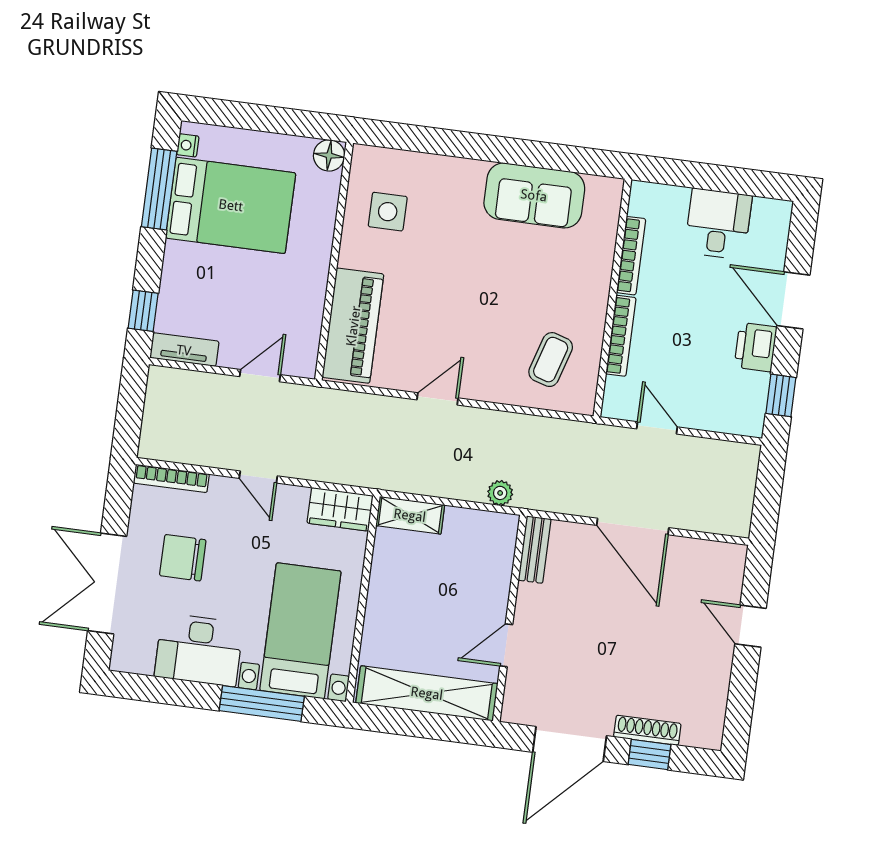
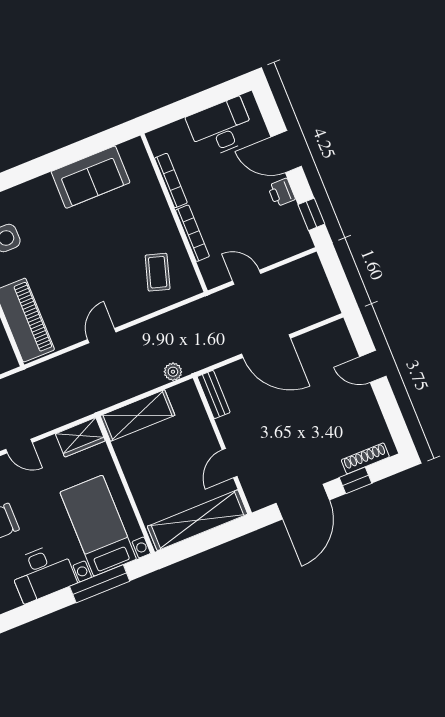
desk: (718, 224) -> (221, 128), width x1.37
printer: (755, 347) -> (281, 192), width x0.73, depth x0.81
shelving: (410, 515) -> (137, 415), width x1.50, depth x1.33
shoe rack: (647, 730) -> (365, 458), moved

